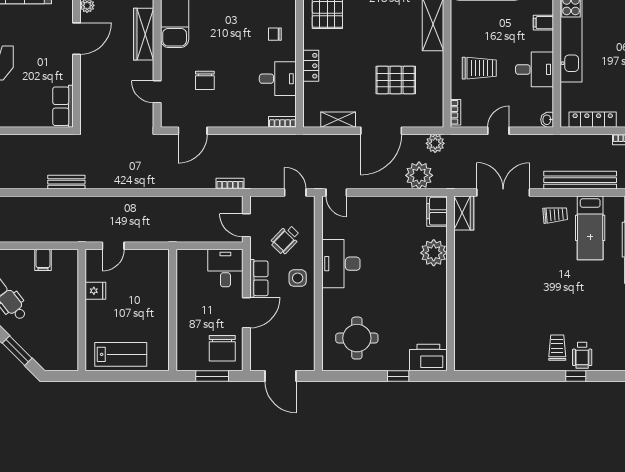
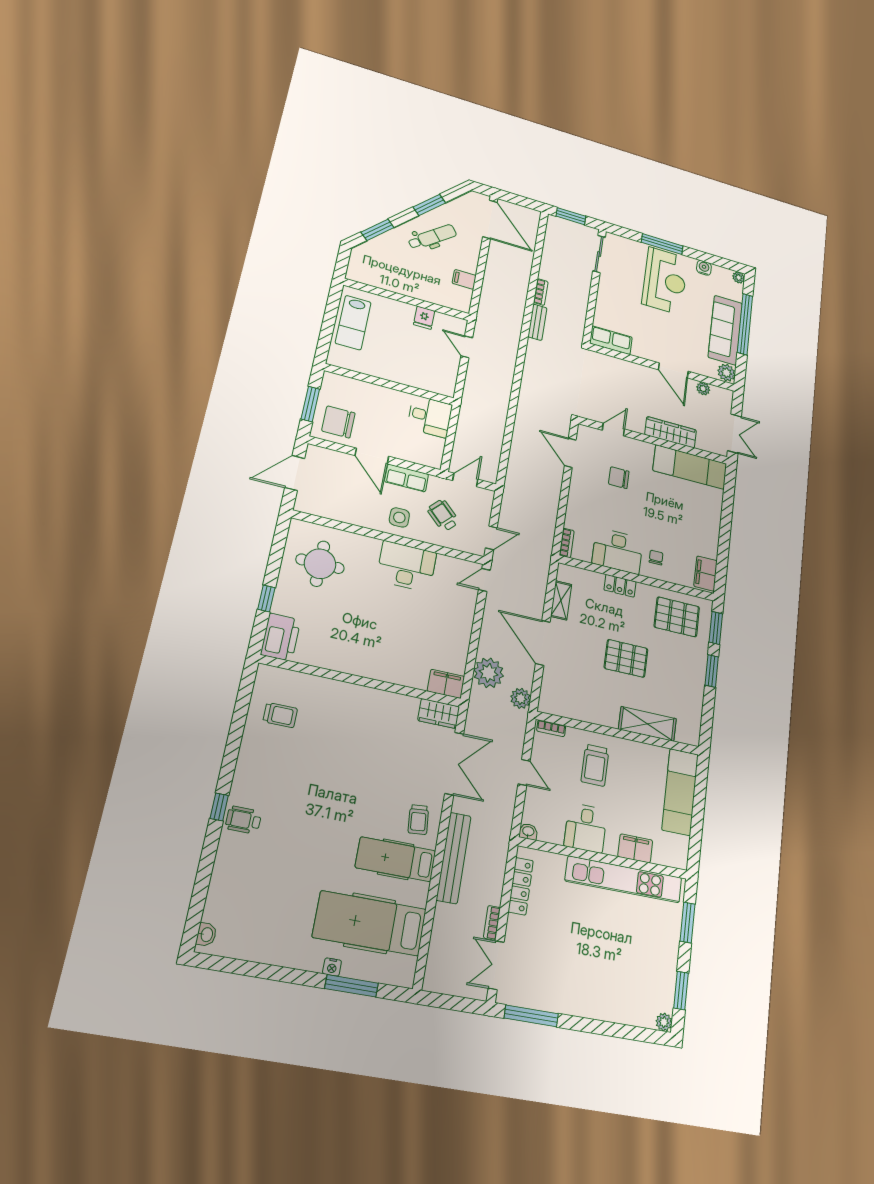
filing cabinet: (543, 23) -> (635, 848), width x2.00
desk: (278, 79) -> (618, 551), width x1.37
pallet: (396, 80) -> (626, 658), moved, turned 90
bookcase: (230, 184) -> (541, 292), moved
plant: (434, 253) -> (400, 670), removed
desk: (225, 268) -> (430, 416), moved
trolley: (557, 348) -> (280, 715), moved

